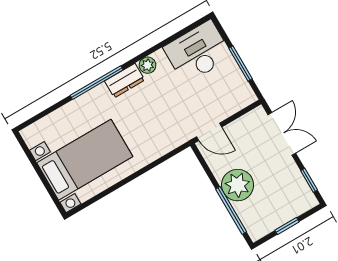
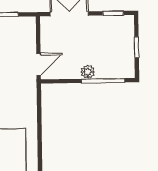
plant: (238, 185) -> (88, 72), width x0.53, depth x0.53

